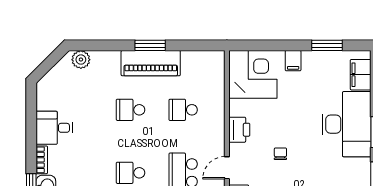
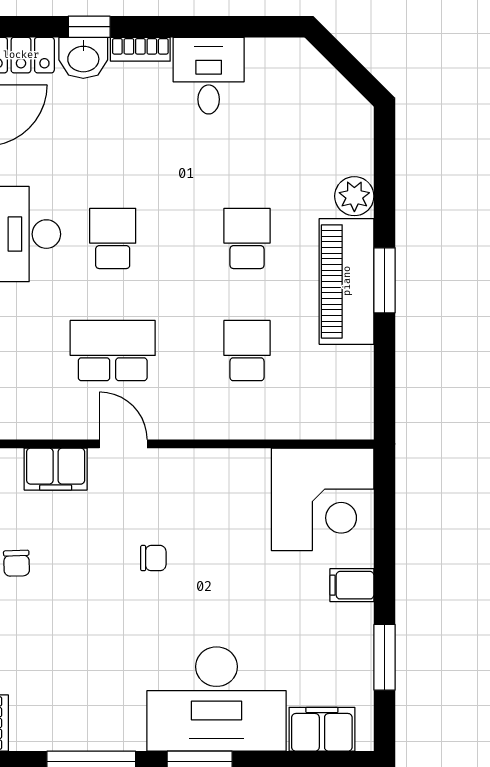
plant: (81, 60) -> (354, 196), moved
printer: (239, 130) -> (205, 470), removed

